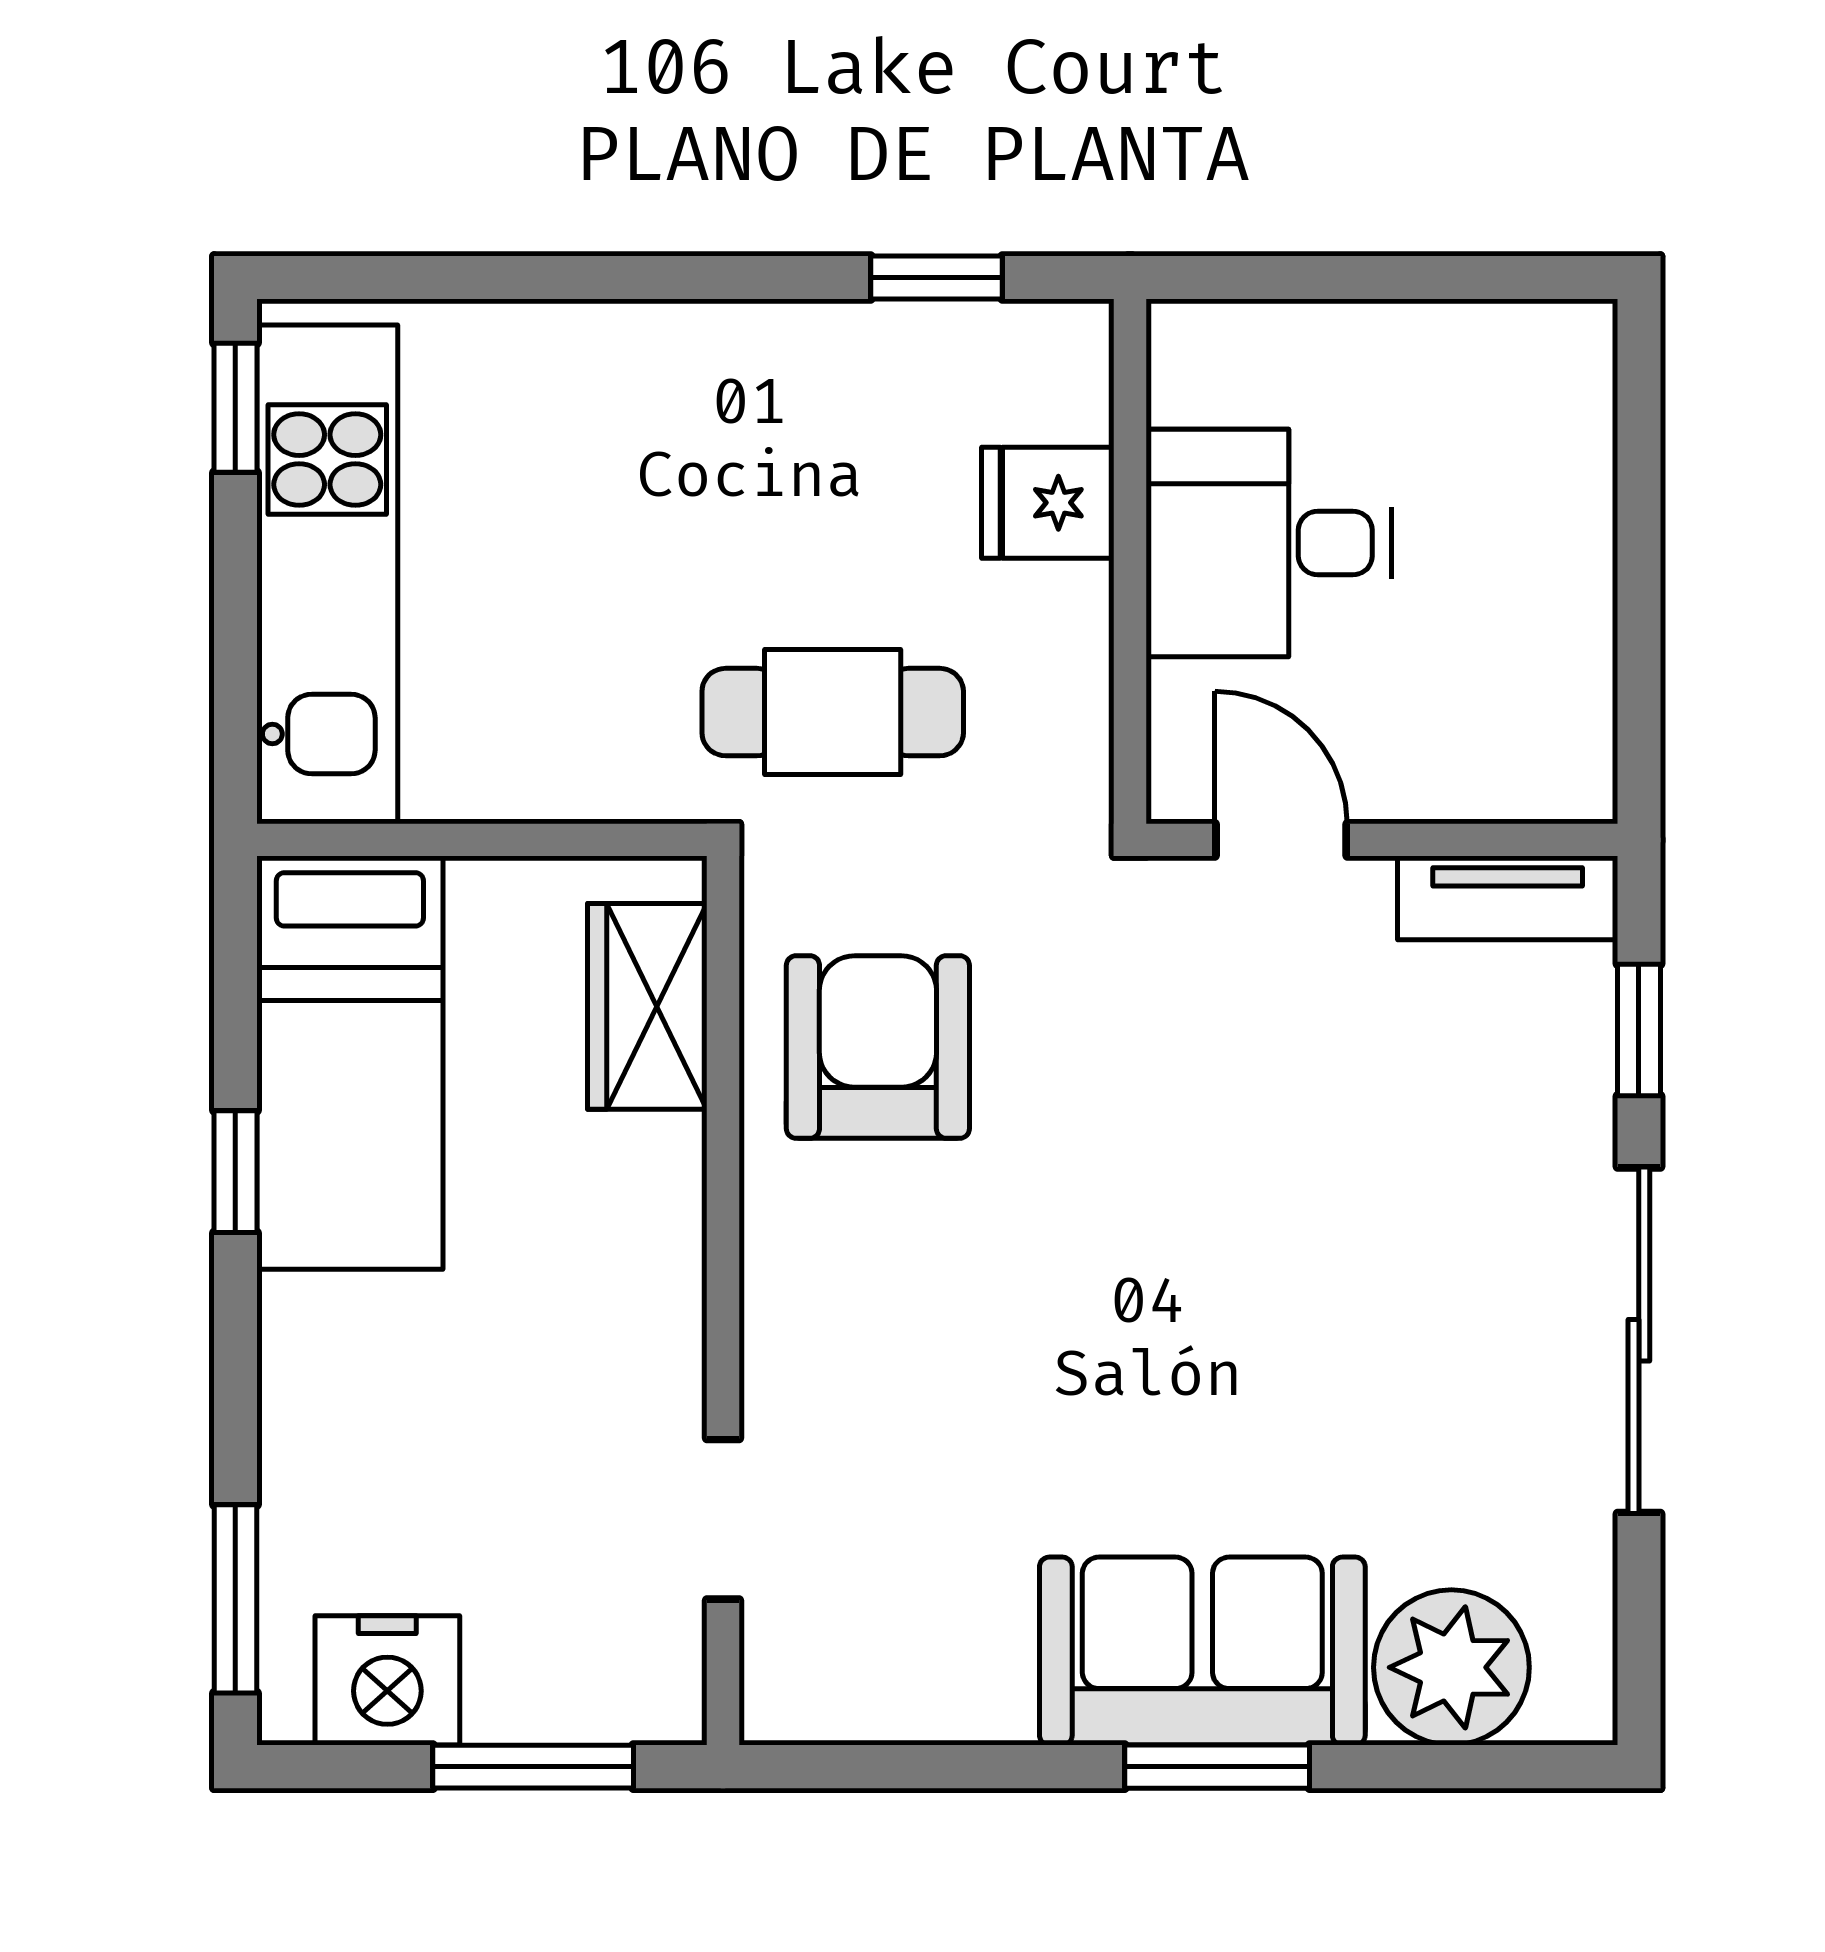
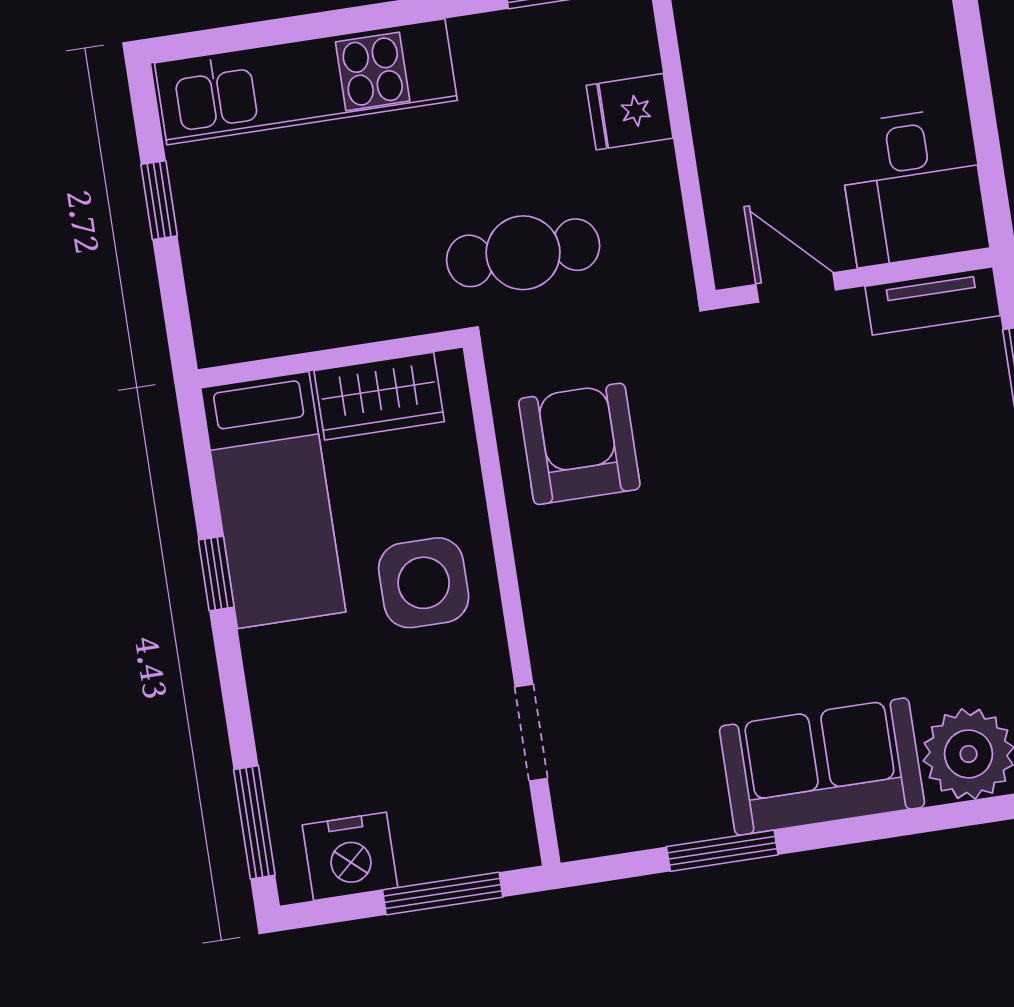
window: (235, 408) -> (159, 200), moved
desk: (1269, 543) -> (913, 187), moved, turned -90
kitchen unit: (327, 574) -> (306, 82), moved, turned 90
wardrobe: (647, 1006) -> (379, 396), moved, turned -90
side table: (581, 1240) -> (424, 583), added
window: (1217, 1767) -> (722, 851), moved

